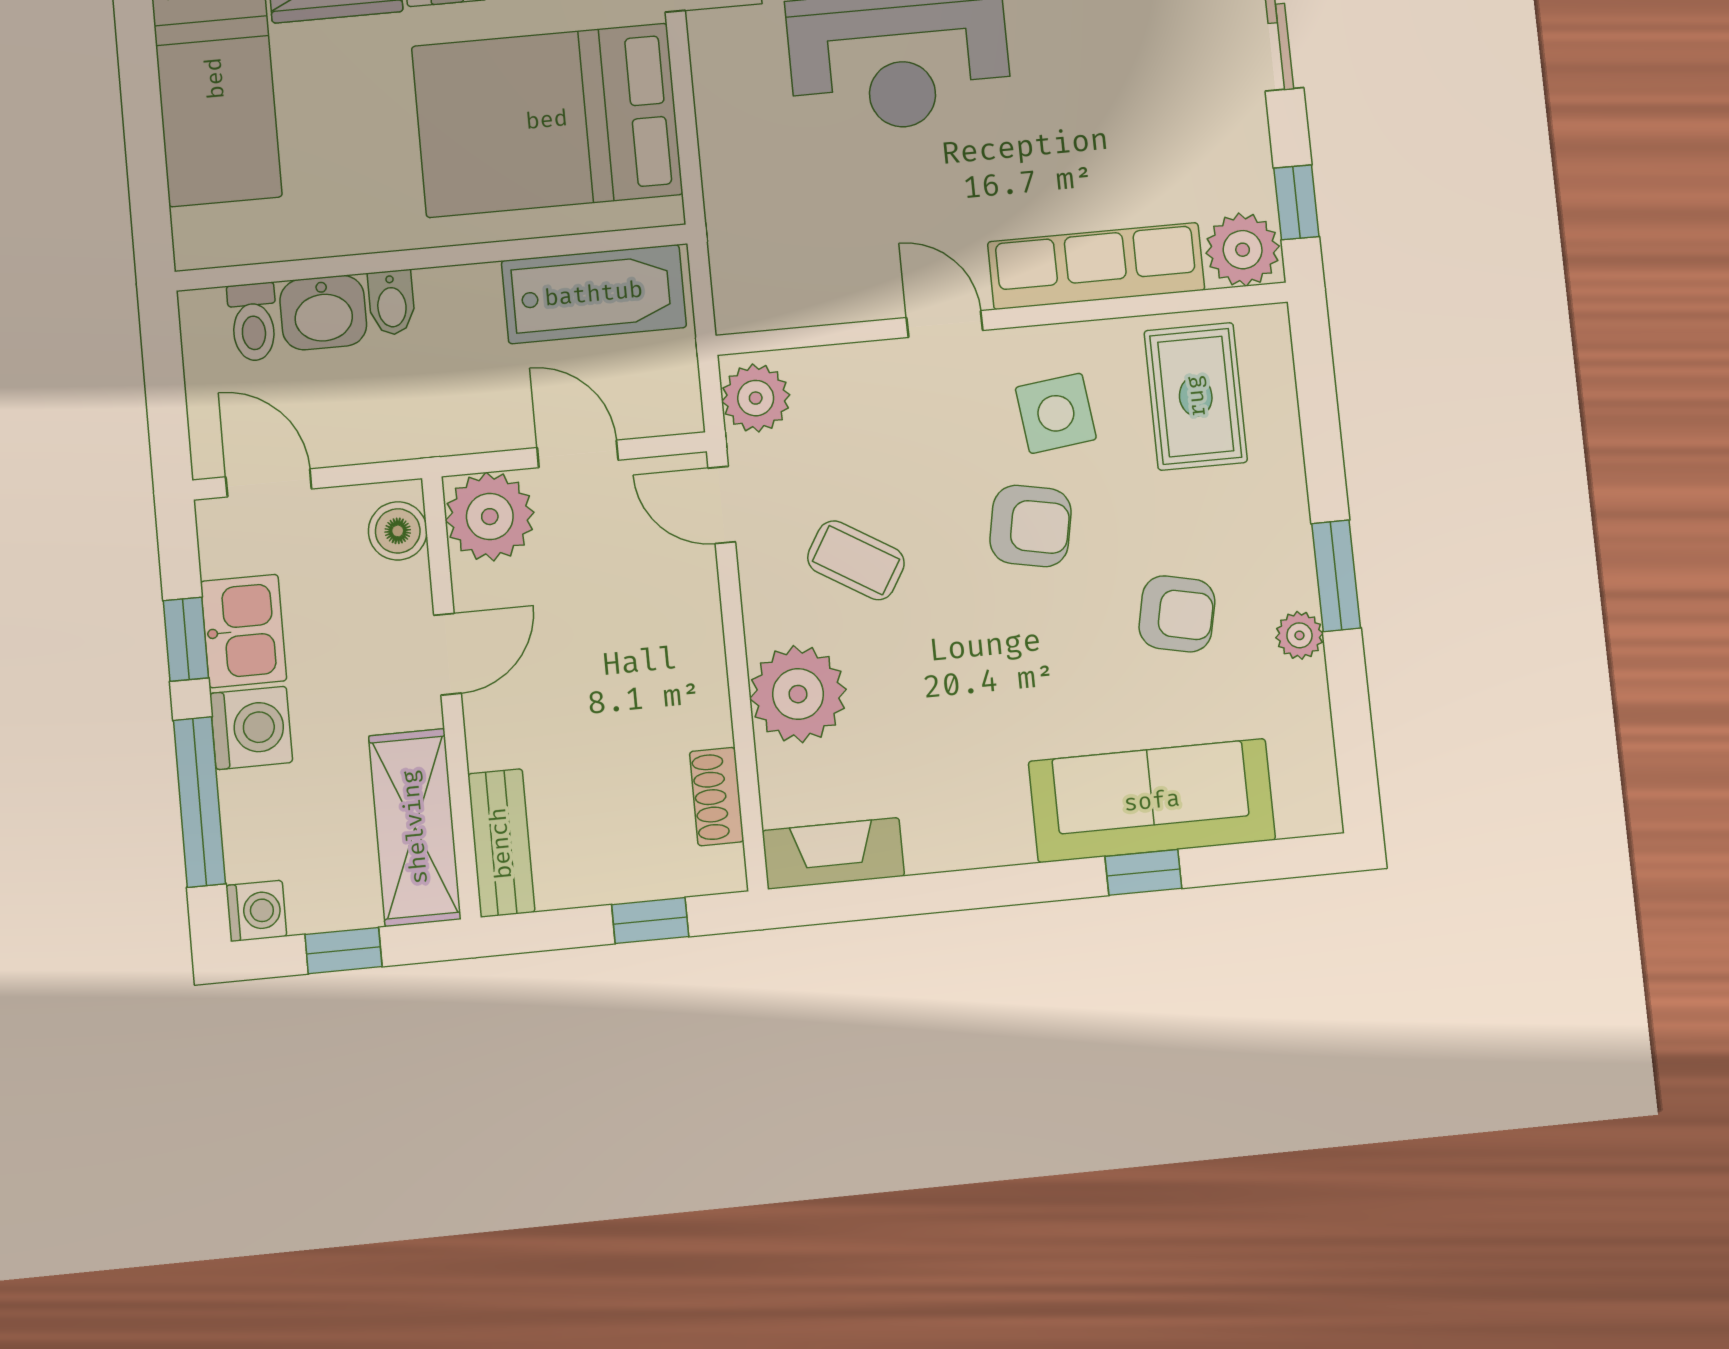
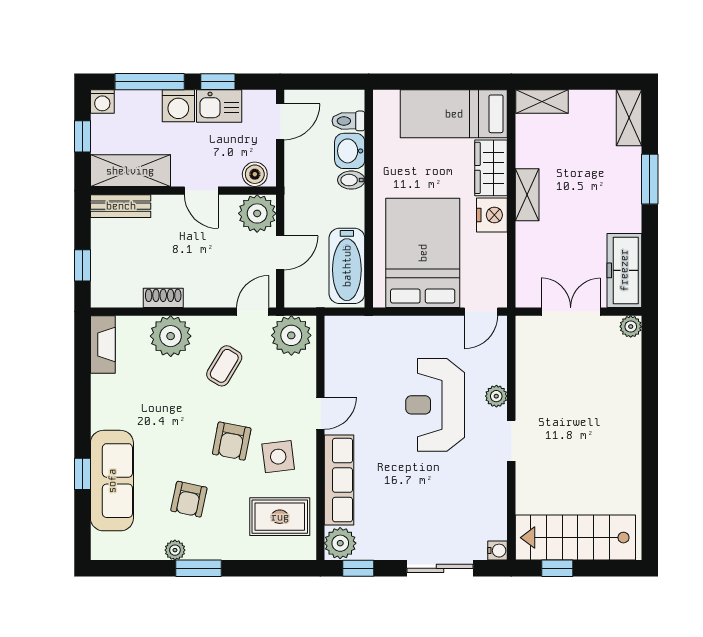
plant: (756, 398) -> (291, 335), width x1.36, depth x1.36
shoe rack: (717, 797) -> (163, 298), moved

